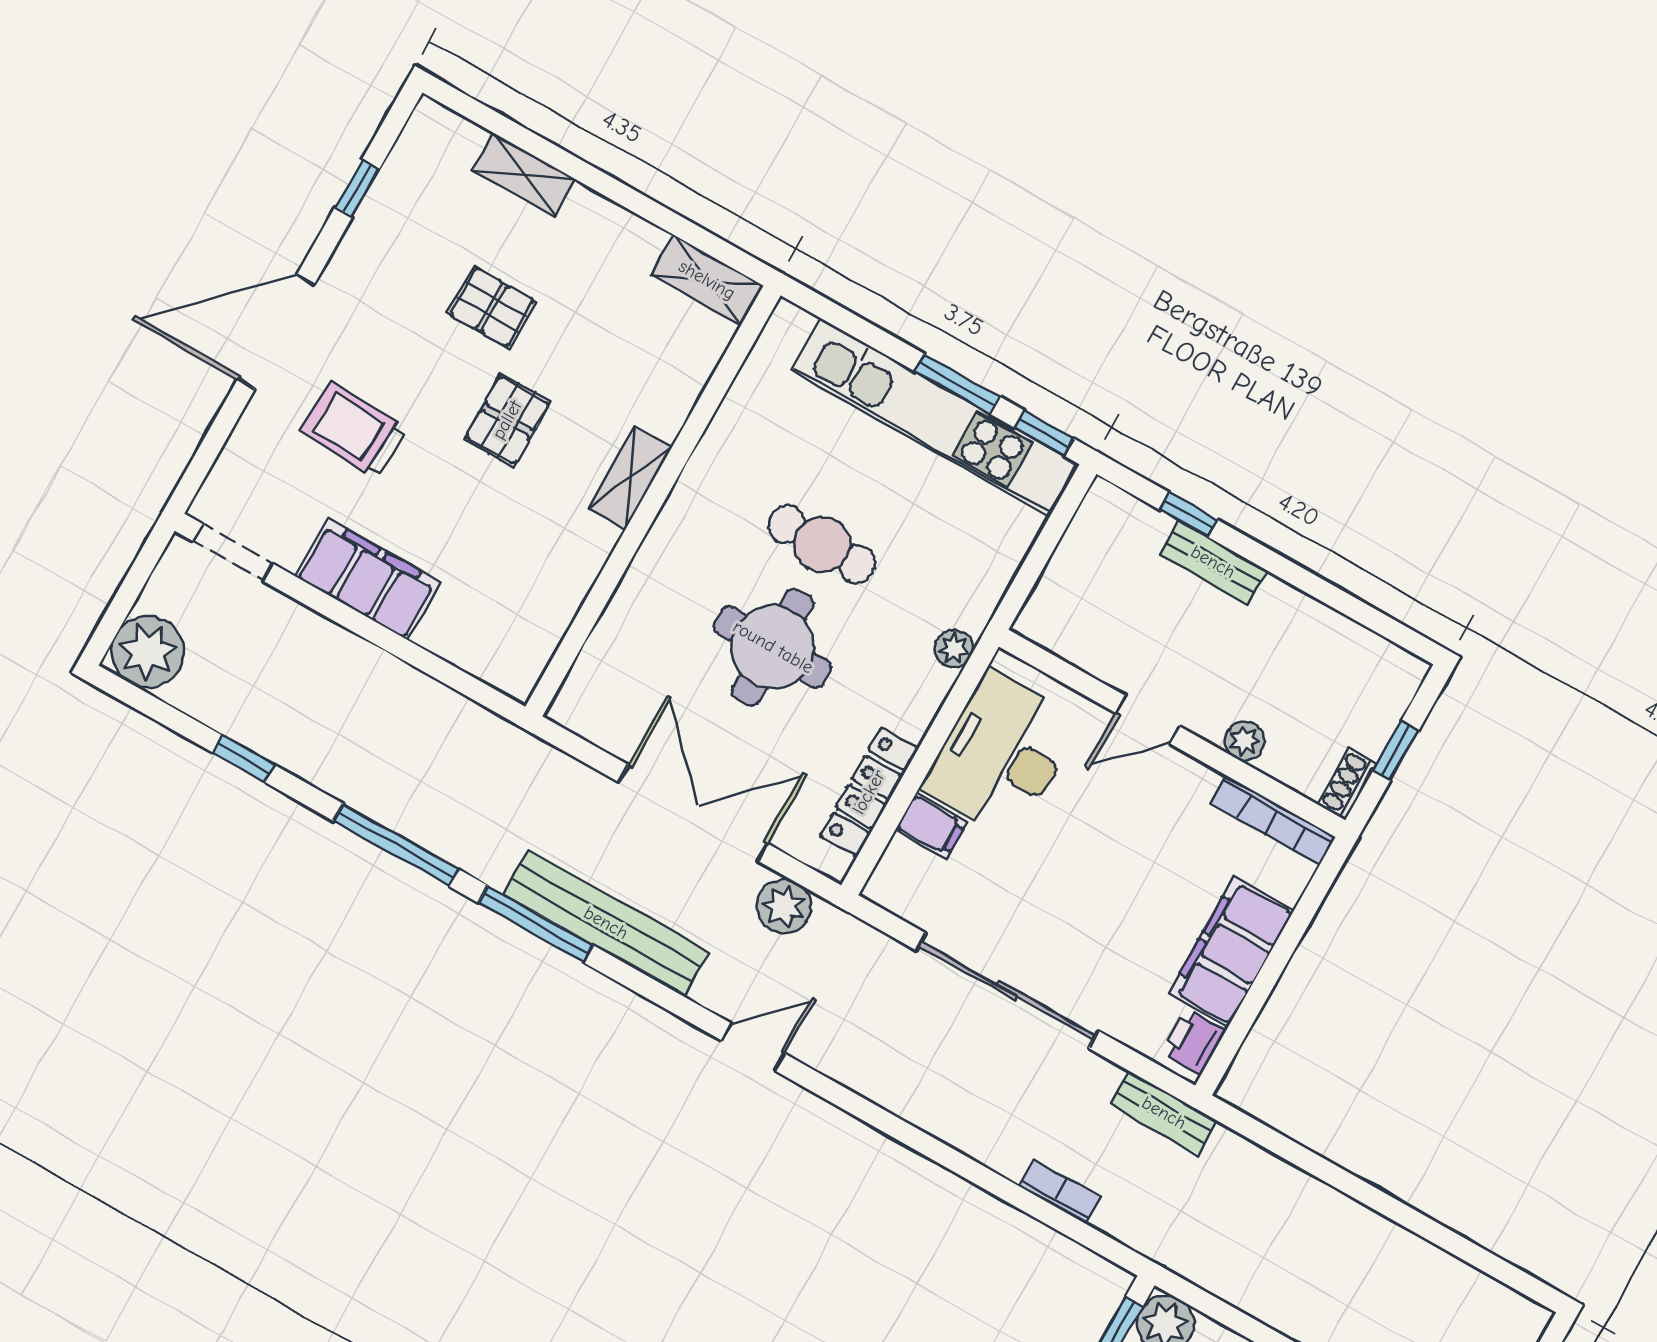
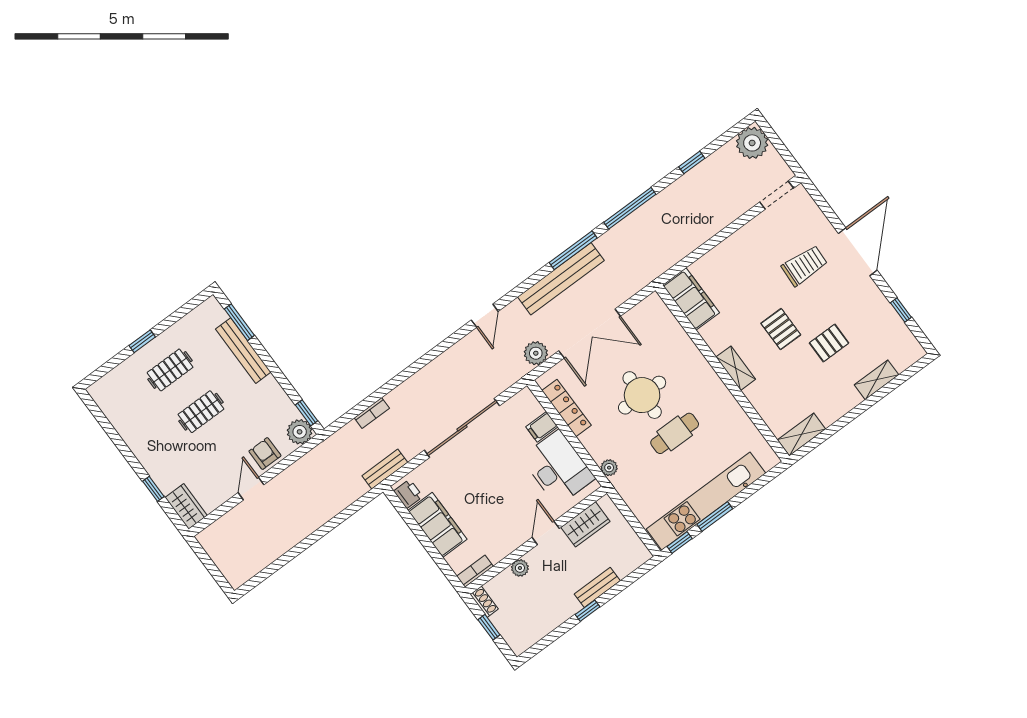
window: (1188, 515) -> (587, 611), moved
filing cabinet: (367, 579) -> (691, 299), moved, turned -90
wardrobe: (1093, 645) -> (585, 524), added
bookcase: (1273, 820) -> (475, 571), width x0.64

